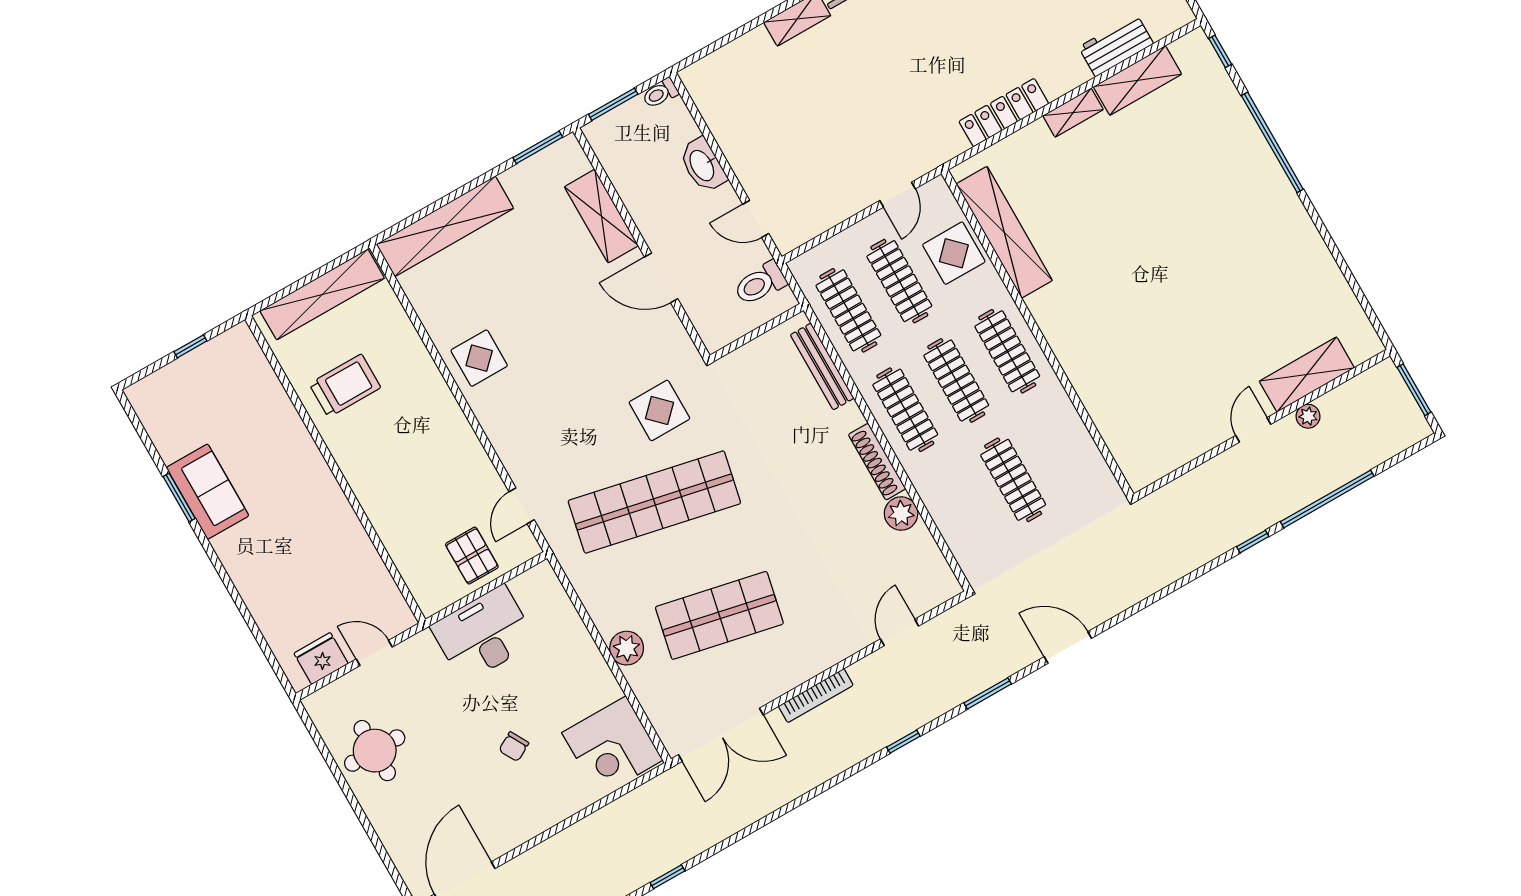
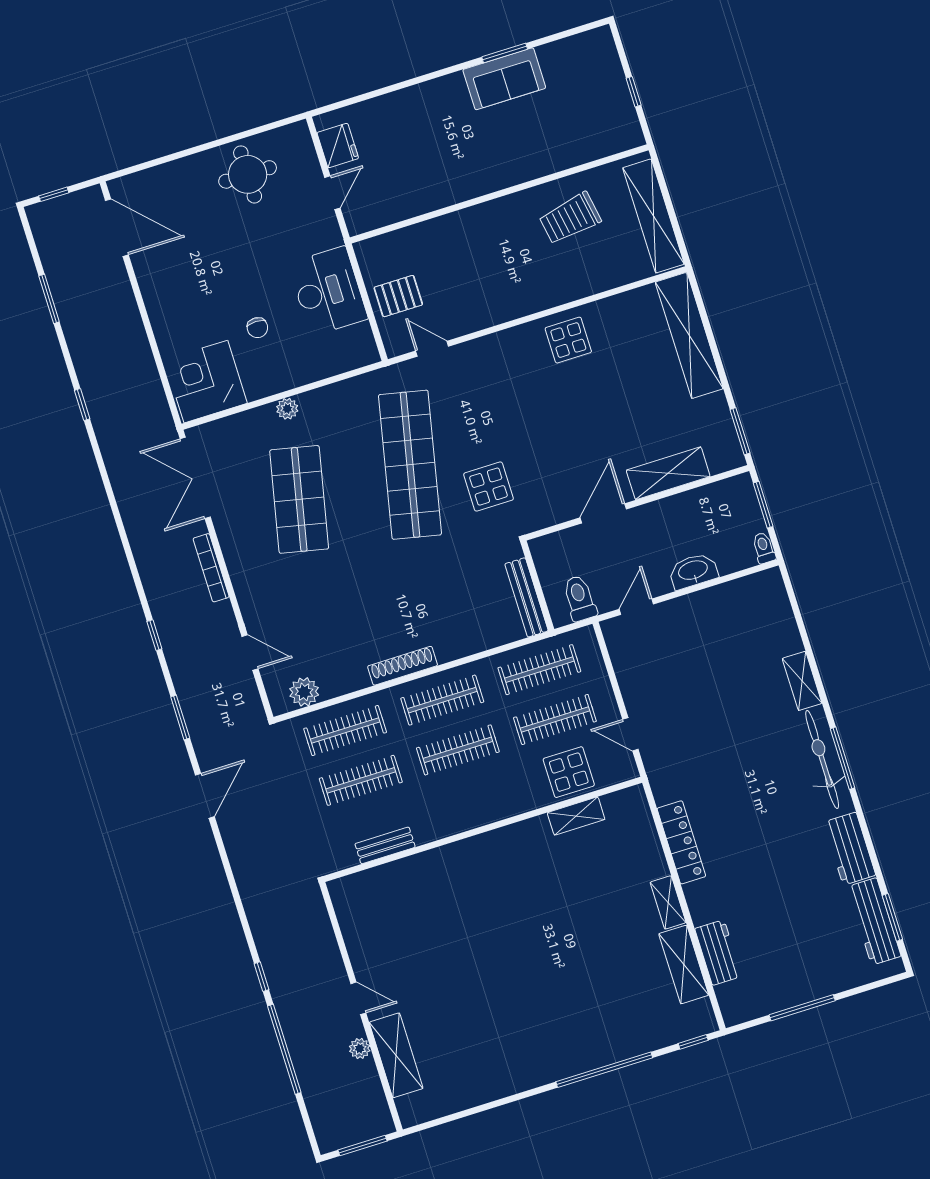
shelving: (1004, 232) -> (576, 816), width x0.45, depth x0.75
clothes rail: (1007, 351) -> (345, 731), moved
bench: (822, 367) -> (526, 597), moved, turned 90
trolley: (345, 386) -> (570, 218), turned 80
bench: (1079, 437) -> (385, 845), added
plant: (901, 514) -> (304, 692), moved
plant: (627, 648) -> (287, 409), width x0.73, depth x0.73
chair: (514, 747) -> (257, 328), moved, turned -151

